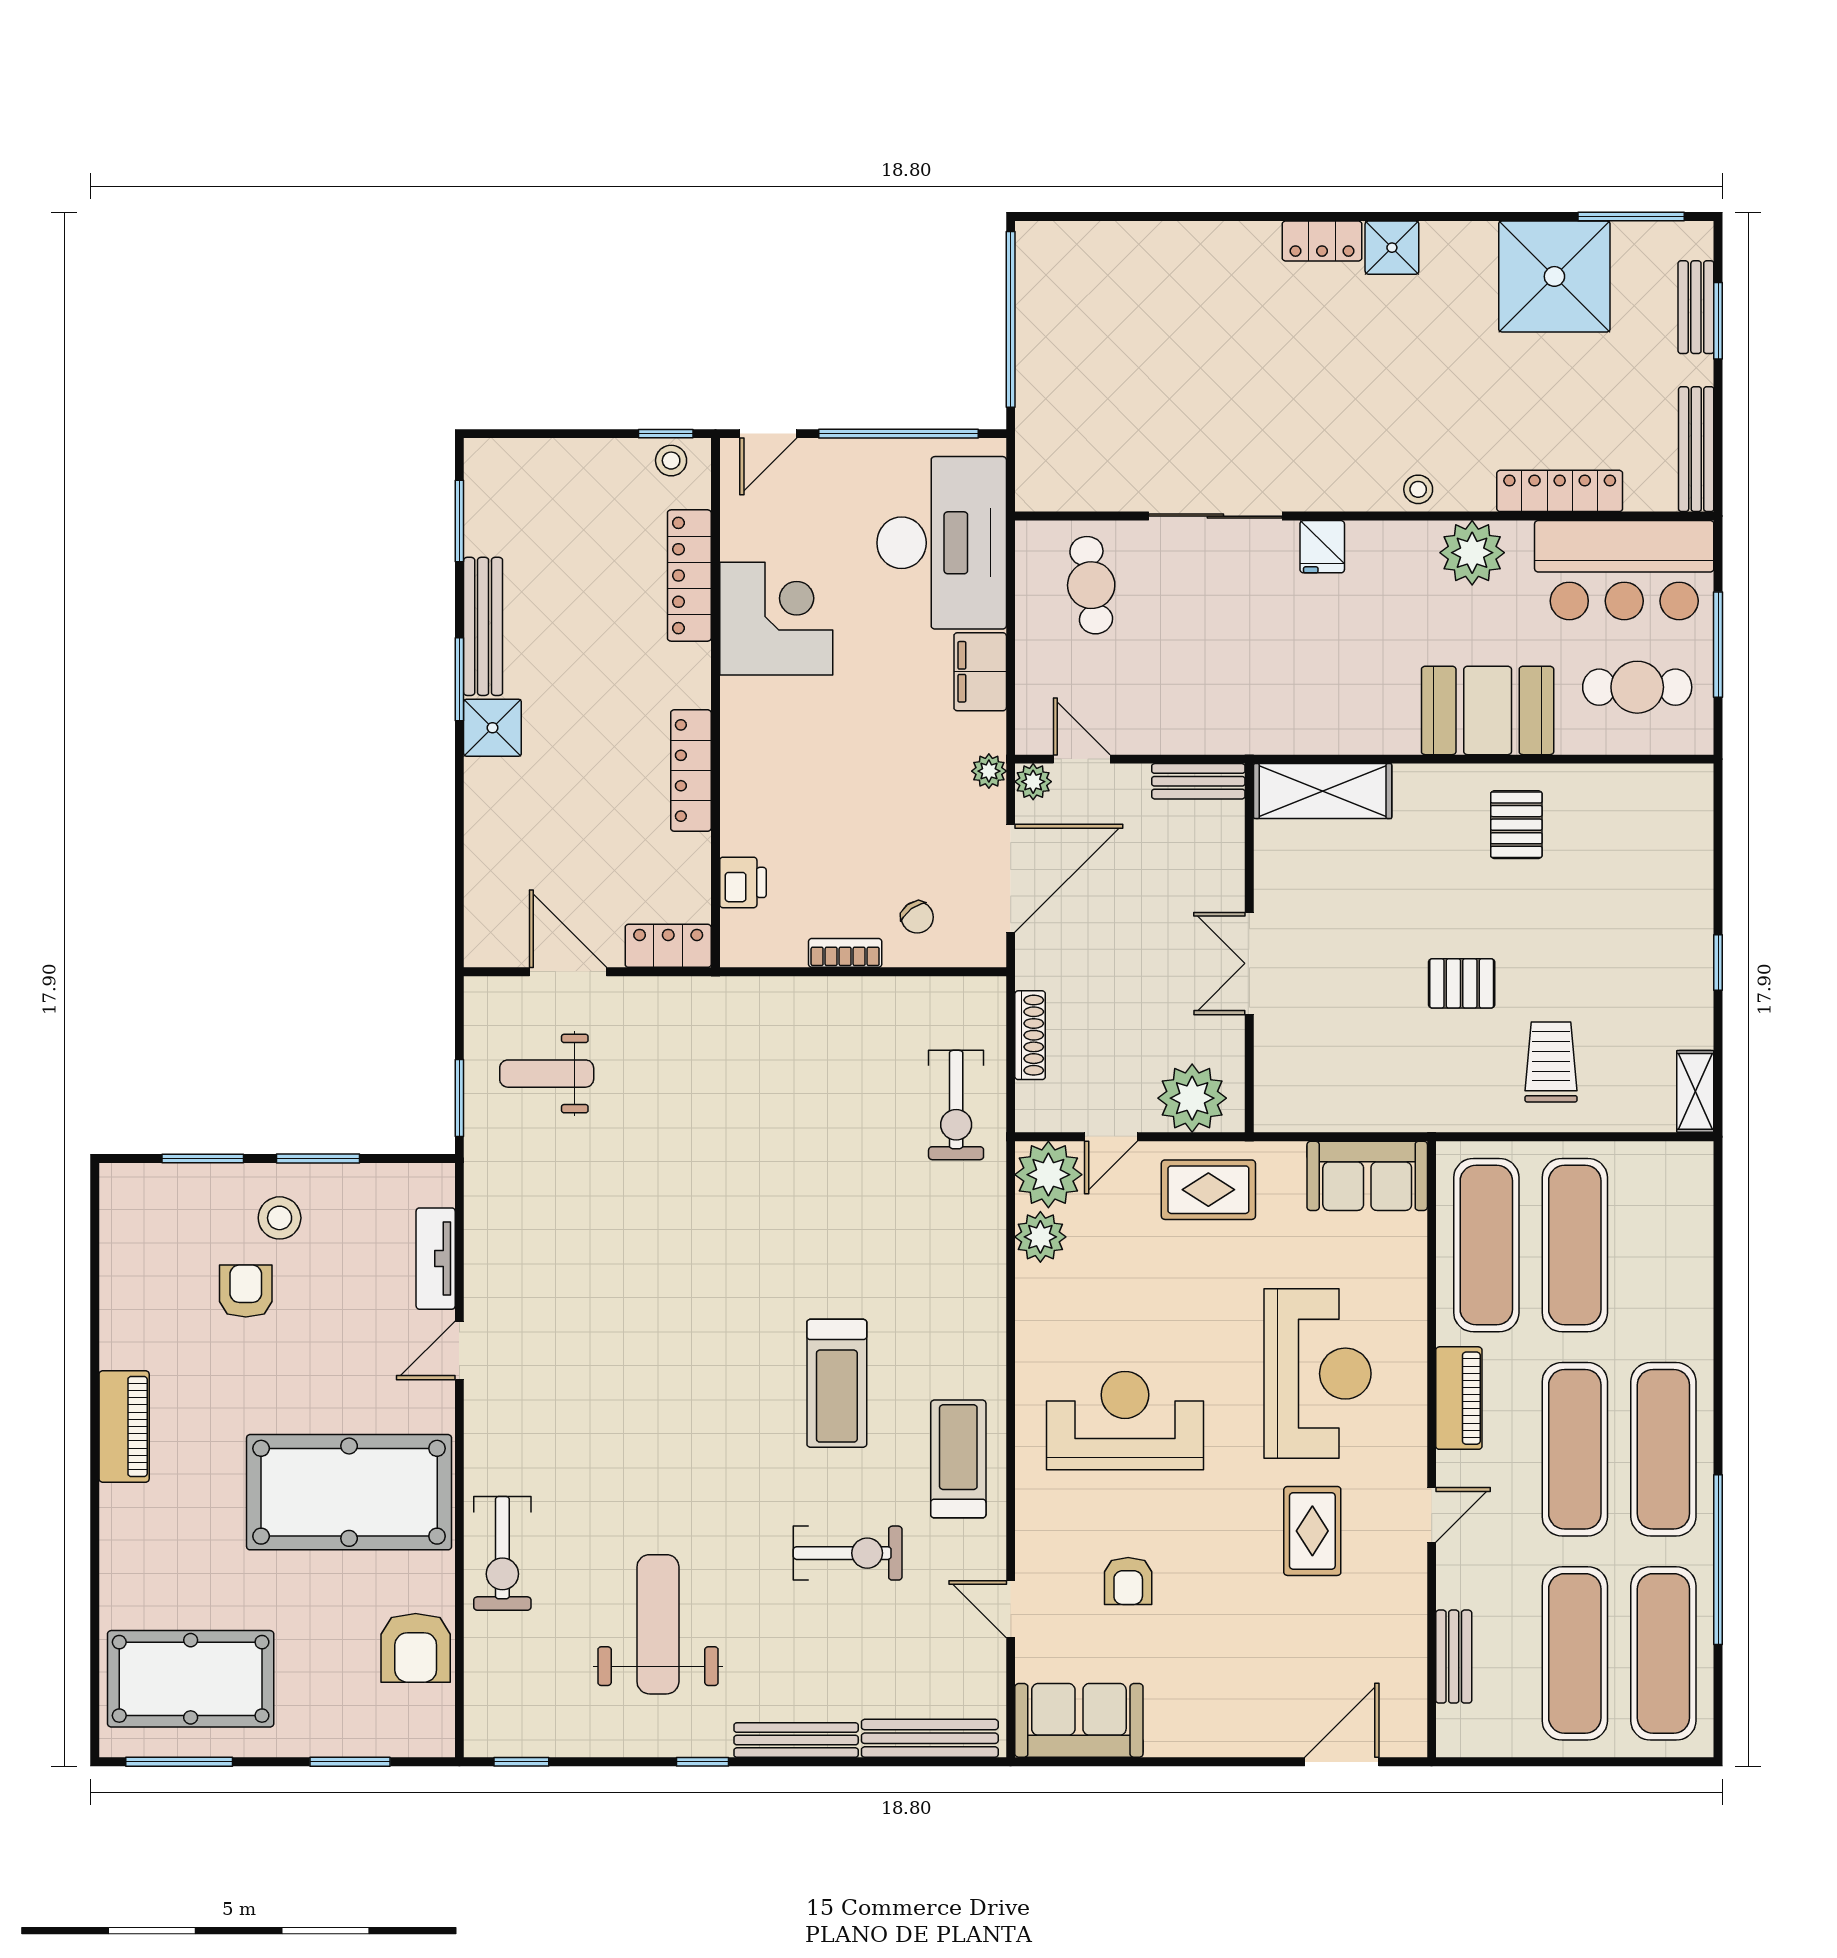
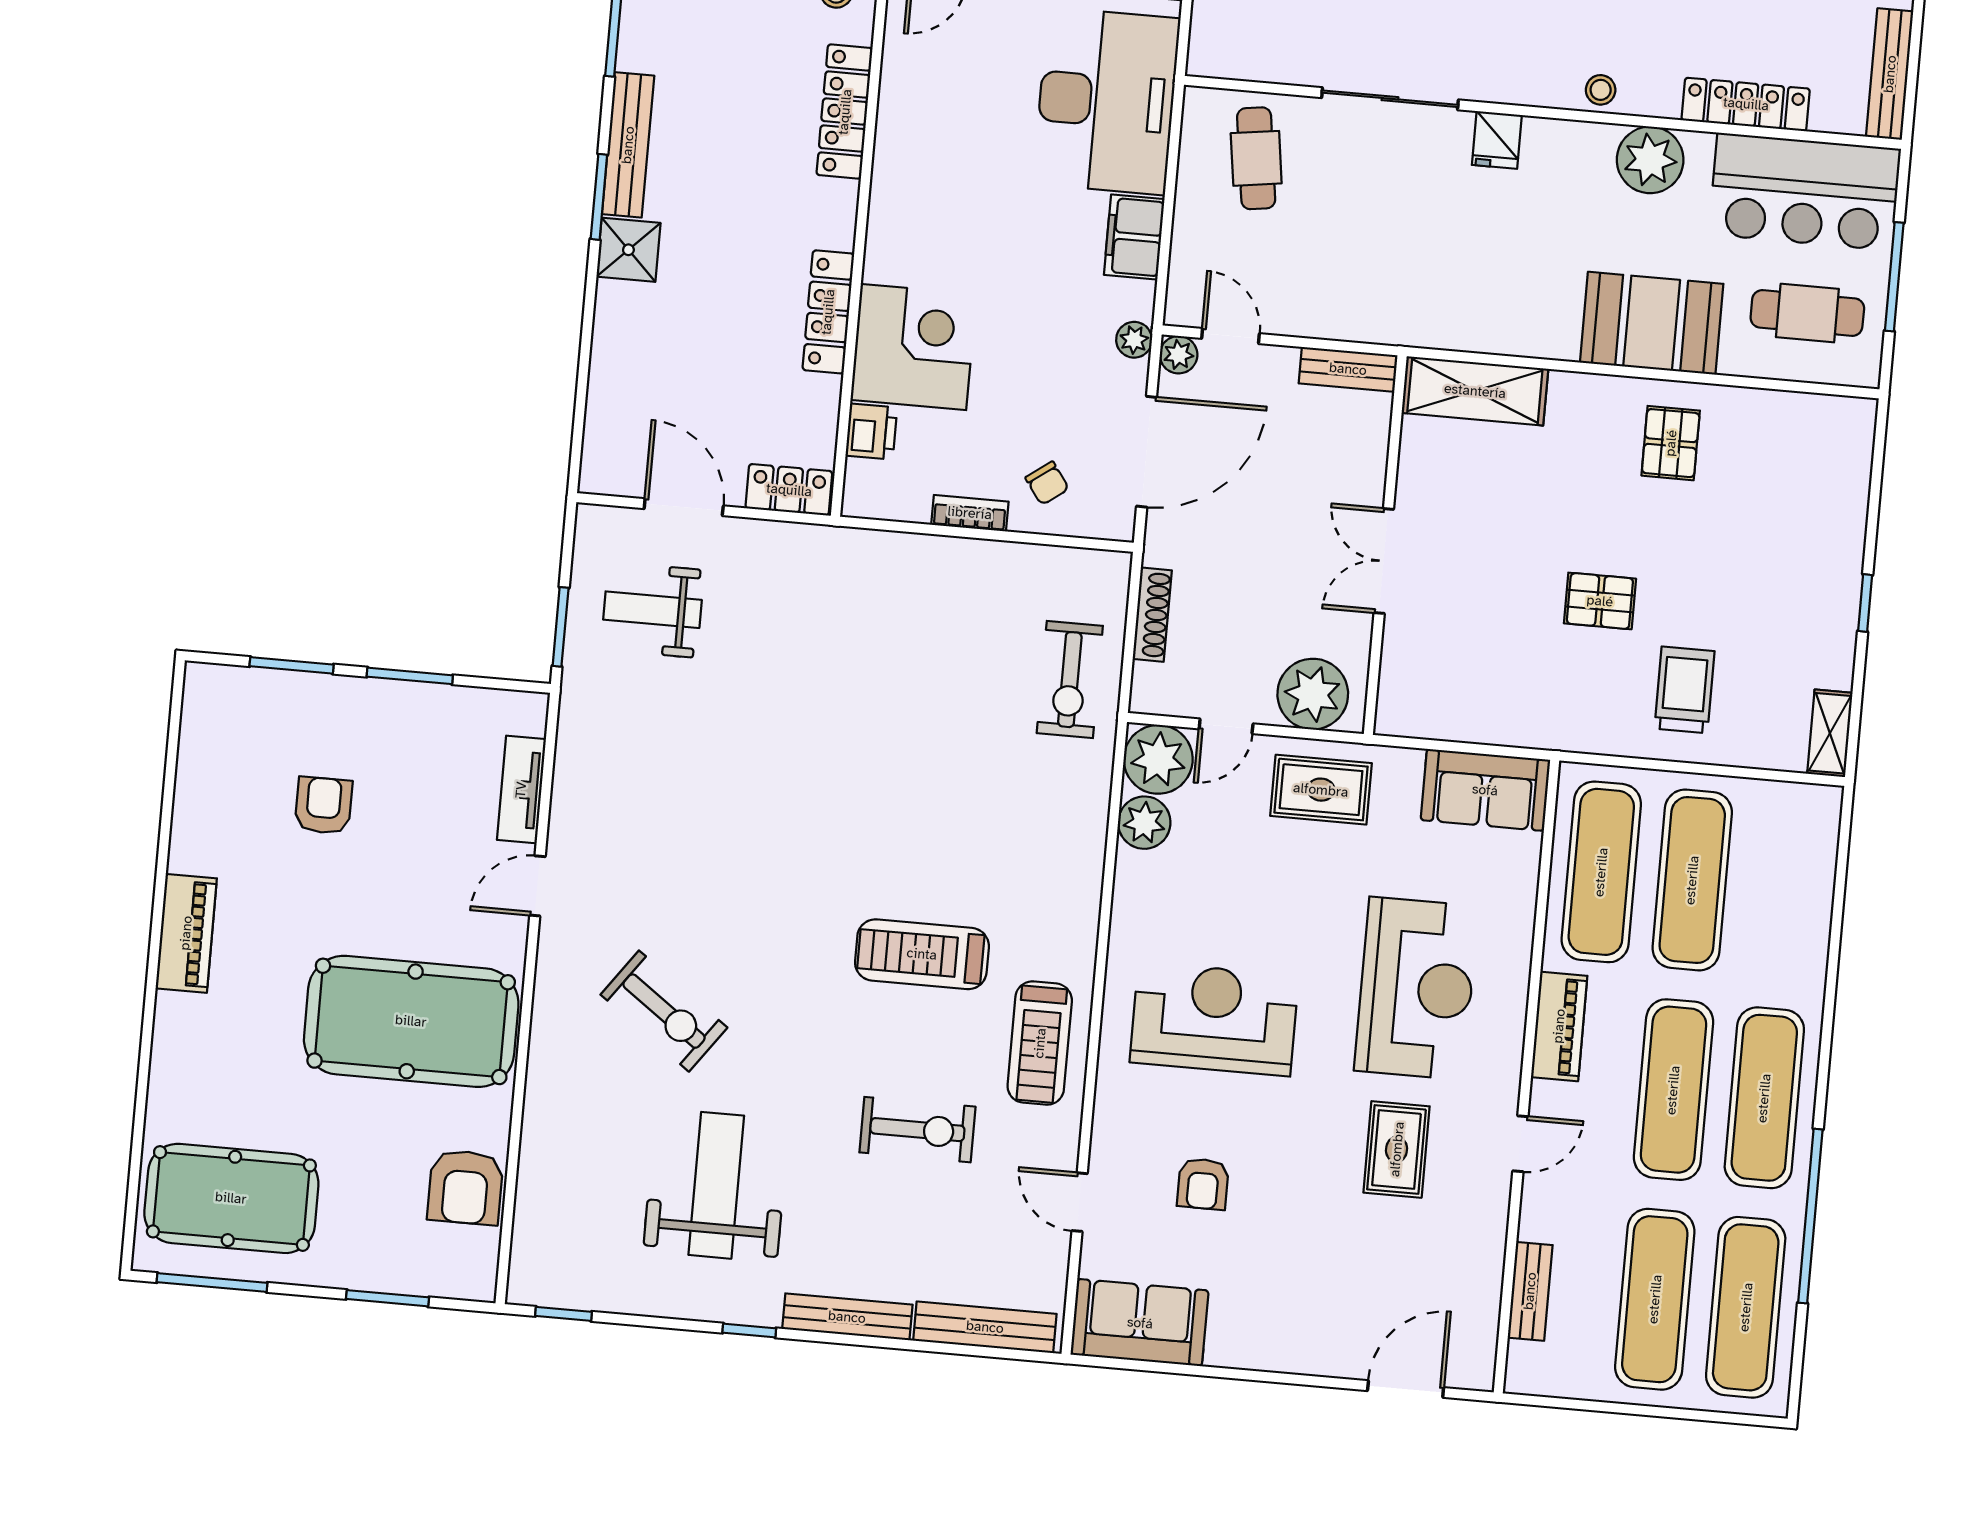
corner desk: (776, 619) -> (913, 347), moved
stool: (280, 1218) -> (365, 733), removed
treadmill: (837, 1383) -> (922, 954), turned 90
treadmill: (958, 1459) -> (1040, 1043), turned 180
exercise bike: (502, 1553) -> (664, 1011), moved, turned -54

